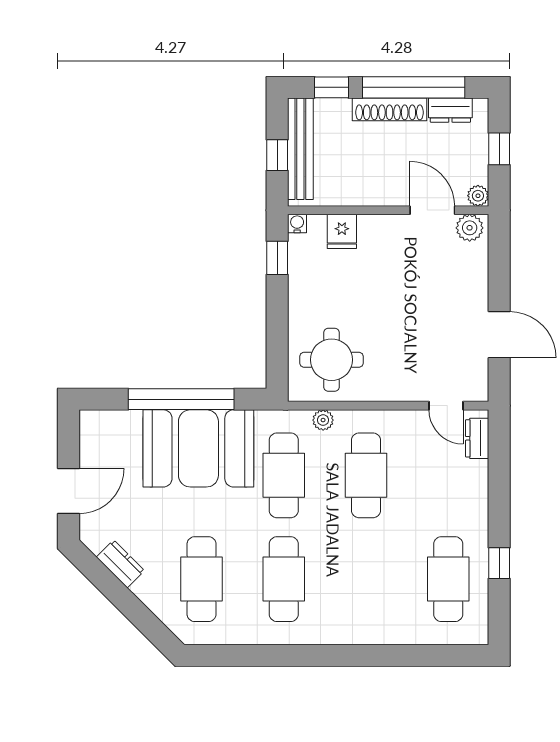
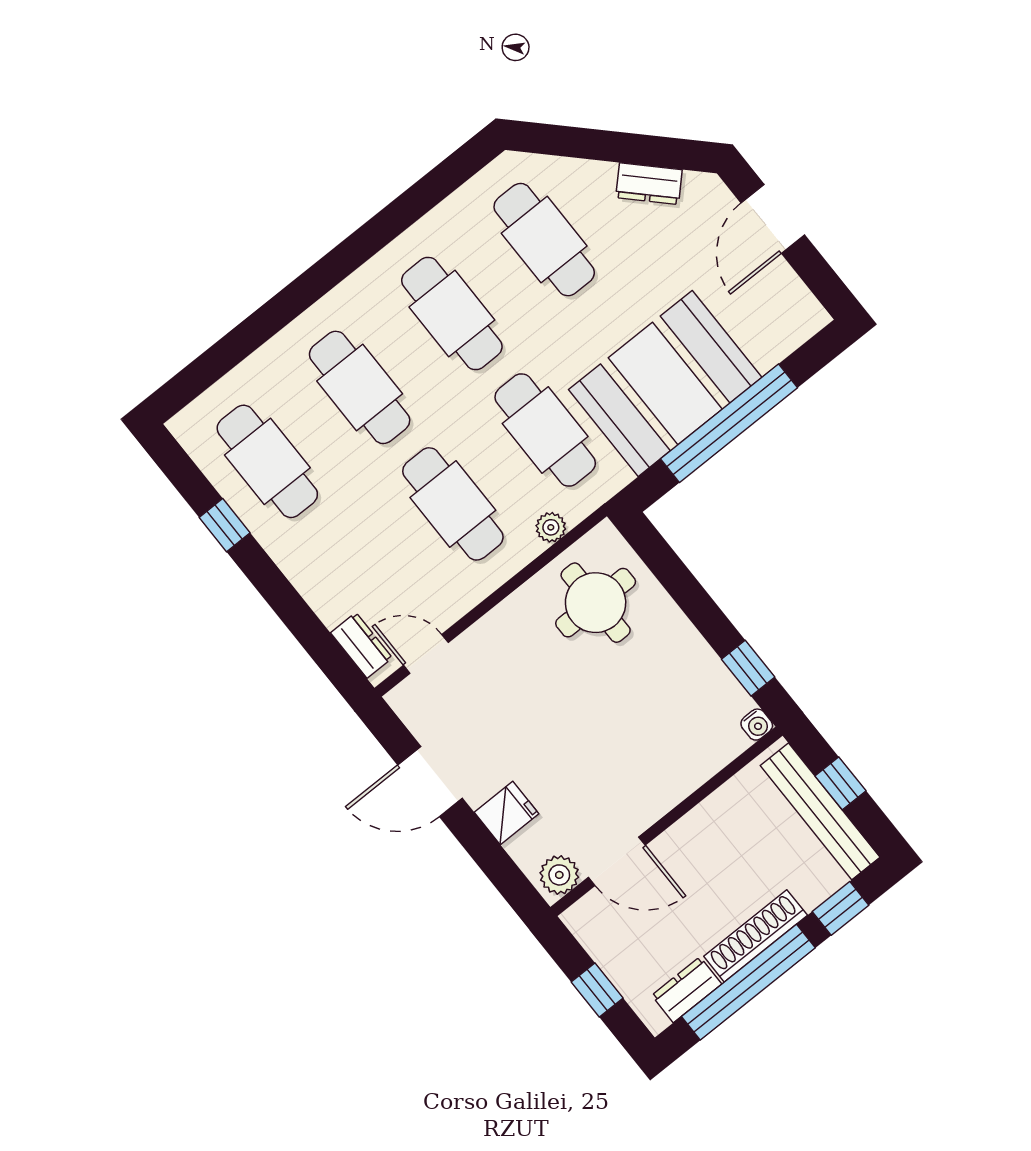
plant: (478, 196) -> (579, 918), removed
fridge: (342, 231) -> (507, 813), moved, turned 90
cafe table: (366, 579) -> (360, 387), added

